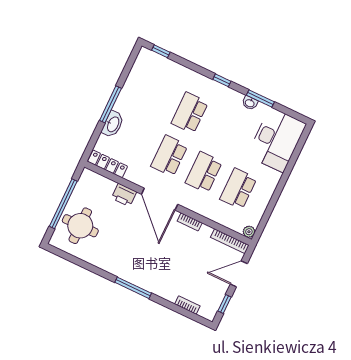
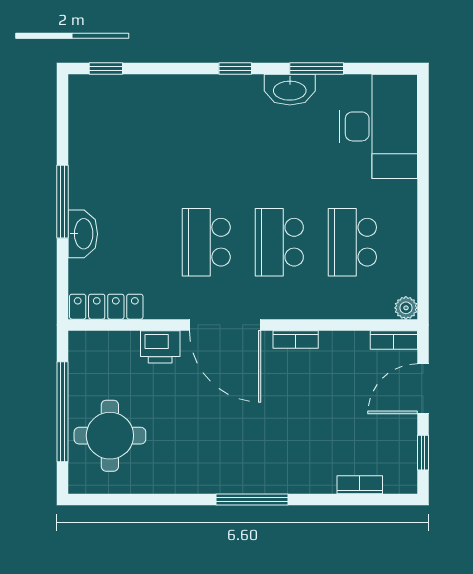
washbasin: (250, 103) -> (290, 90), width x1.91, depth x1.45
school desk: (190, 113) -> (206, 151), removed
bookcase: (230, 241) -> (394, 340), width x0.64

